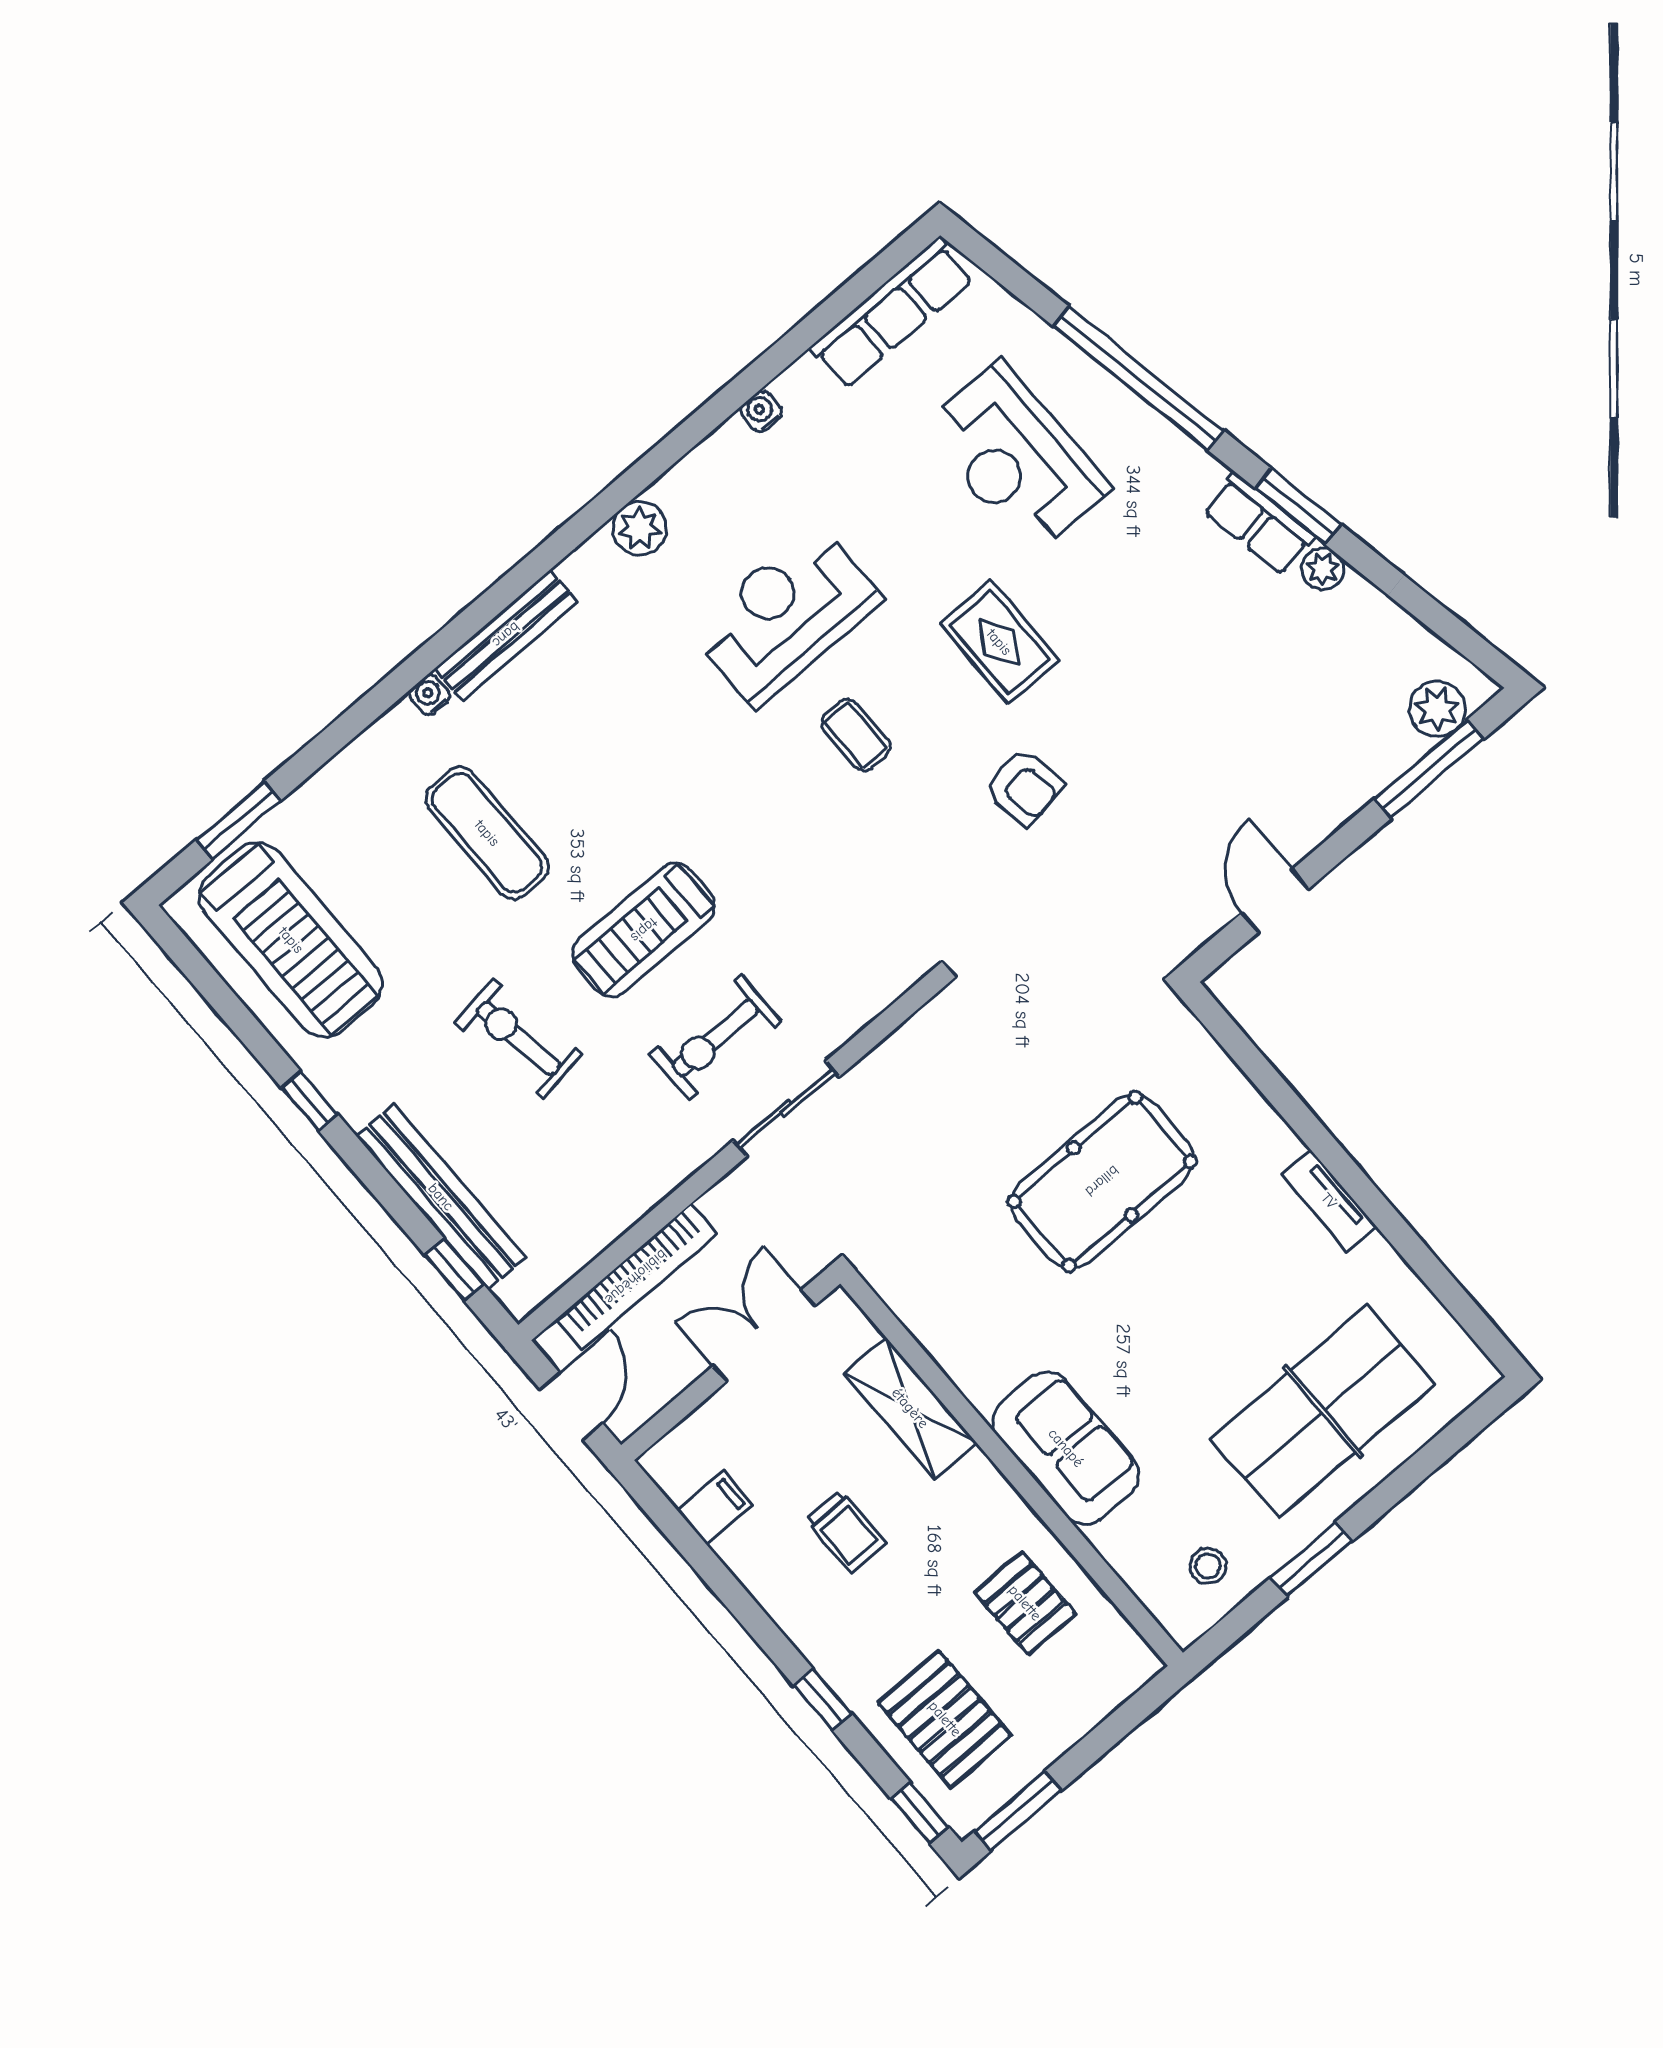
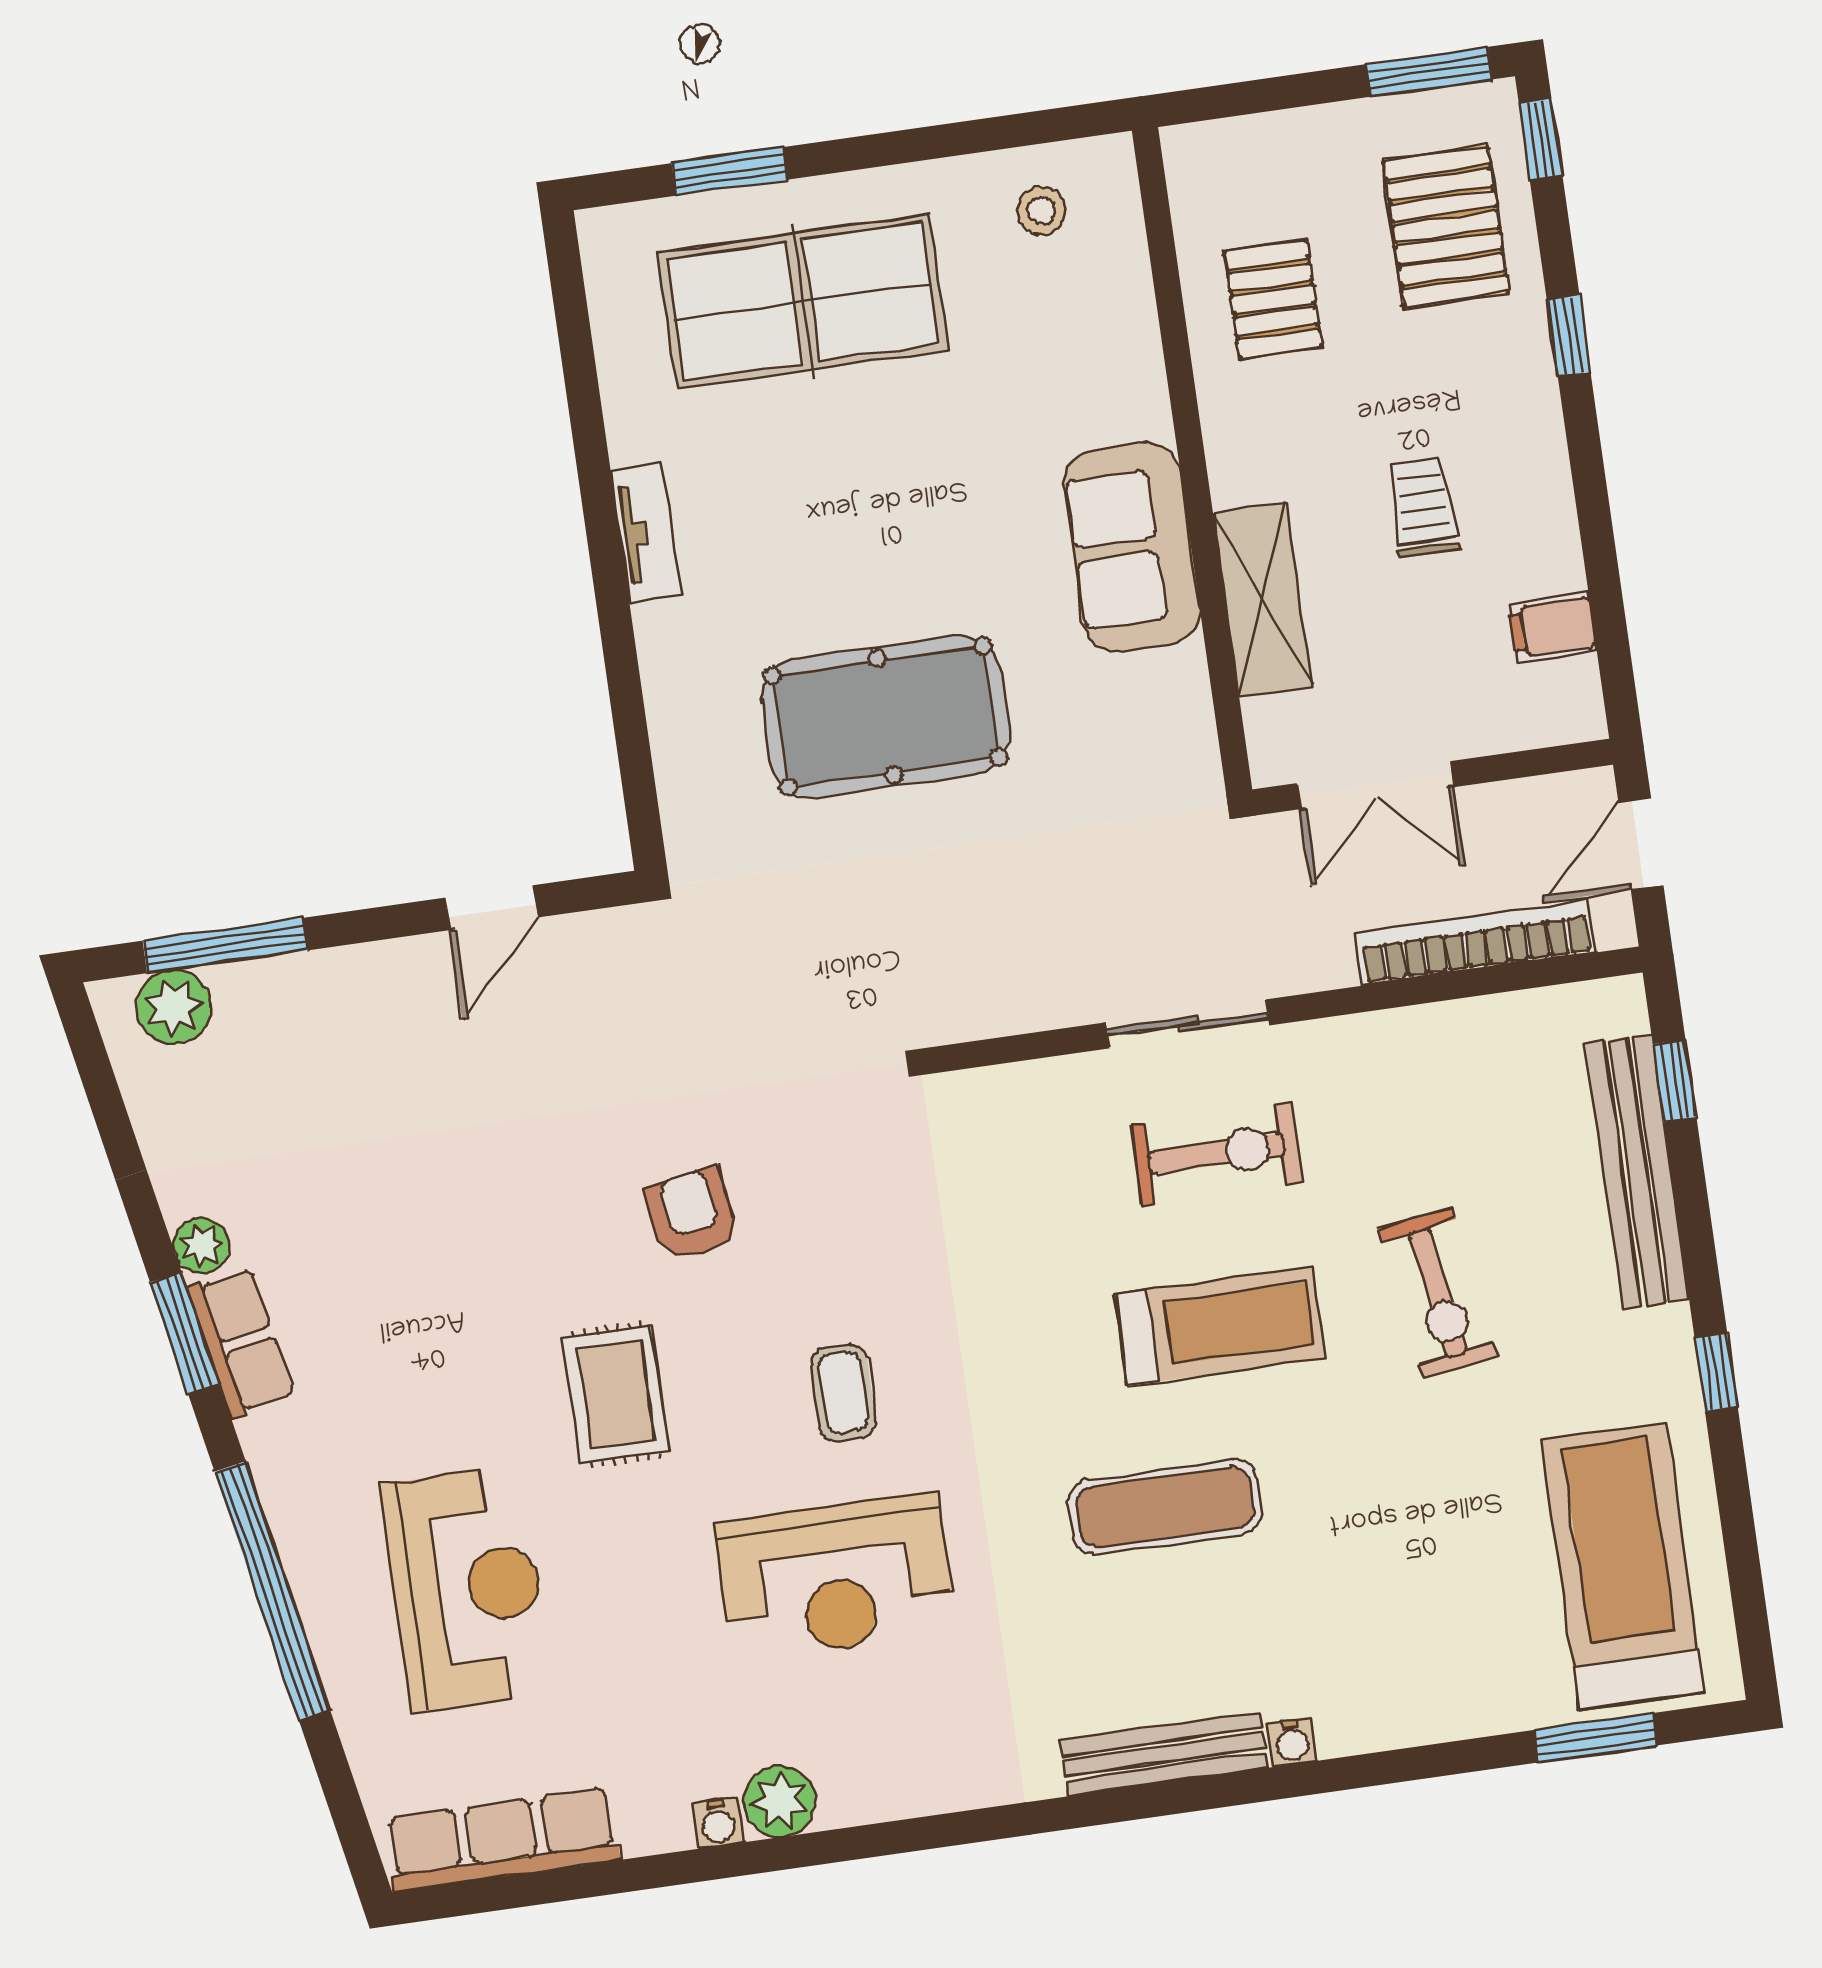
plant: (639, 528) -> (780, 1801), moved
exercise mat: (487, 833) -> (1165, 1507), moved, turned 90
sofa: (1066, 1448) -> (1132, 548), moved
window: (1311, 1559) -> (730, 171), moved

